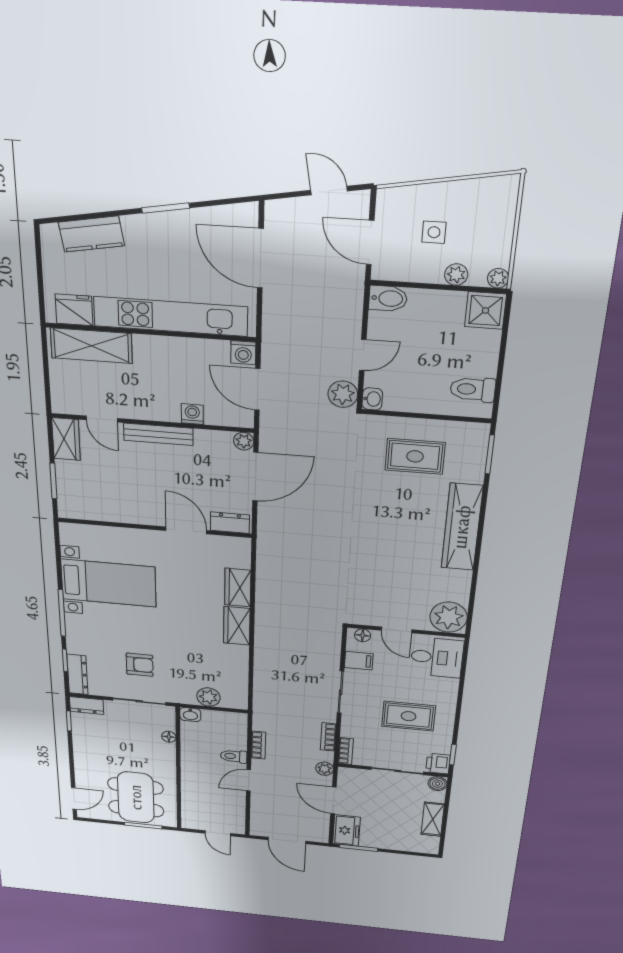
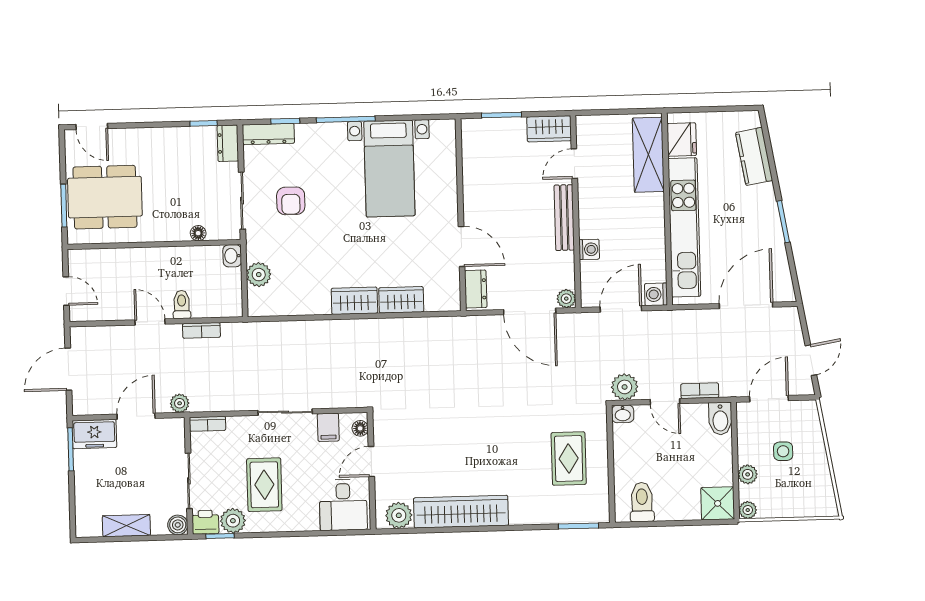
wardrobe: (462, 527) -> (461, 512), moved
door: (186, 530) -> (462, 246), hinge flipped
plant: (449, 617) -> (399, 515), width x0.73, depth x0.73
bookcase: (328, 737) -> (700, 391), moved
plant: (440, 743) -> (233, 521), added
door: (218, 833) -> (66, 291), swing flipped

